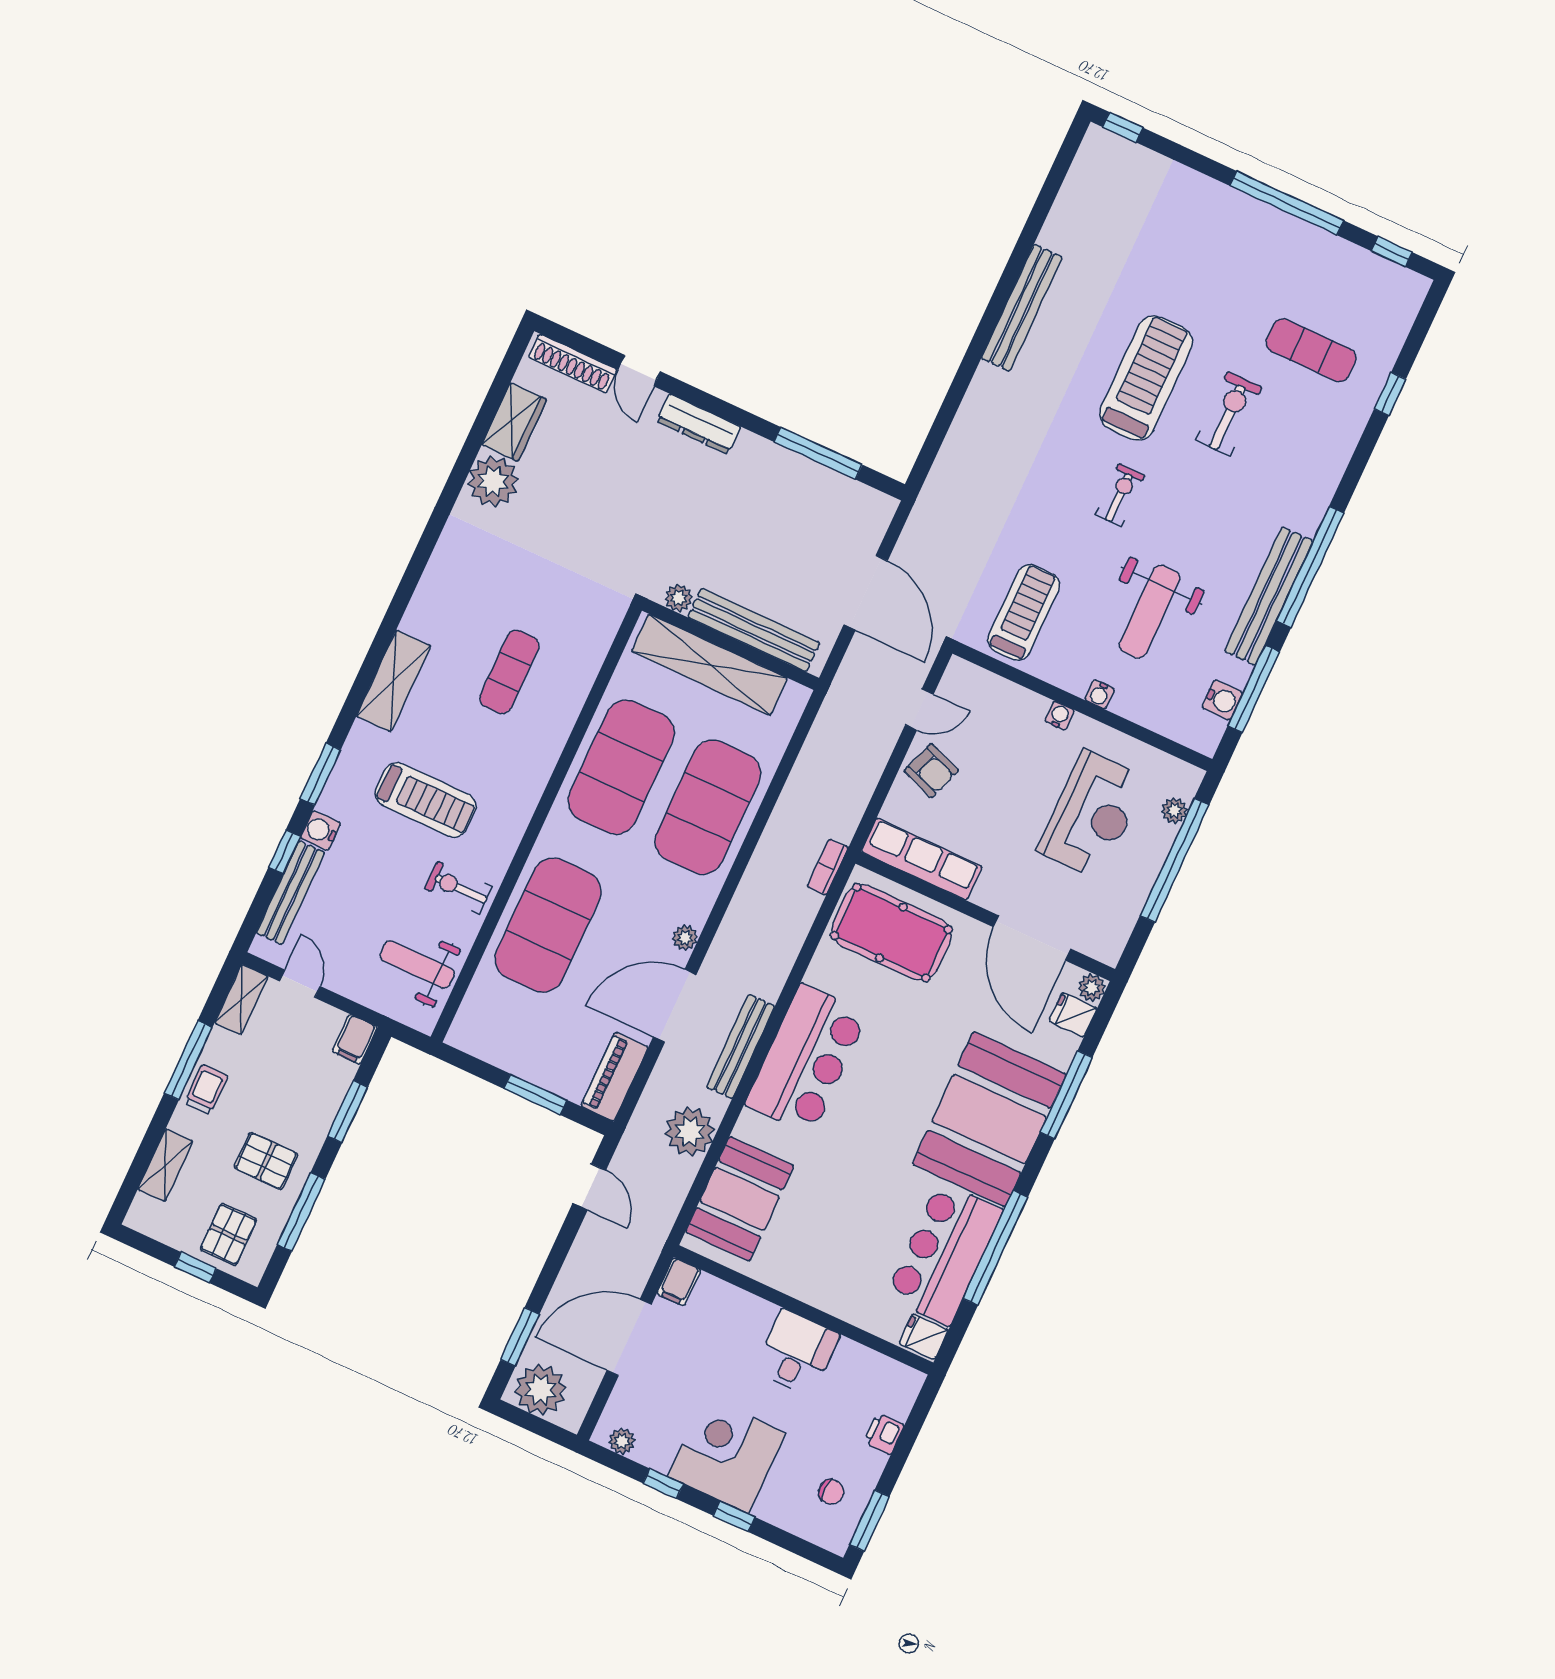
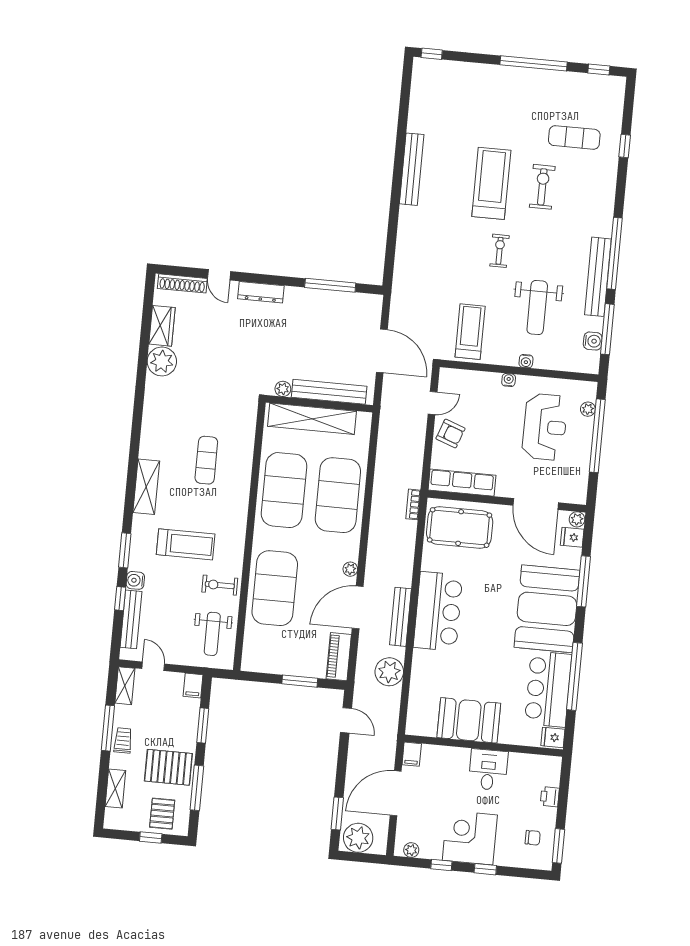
weight bench: (417, 964) -> (212, 634), turned -90
pallet: (266, 1161) -> (168, 767), width x1.50, depth x1.42
booth: (740, 1199) -> (469, 720), moved, turned 90

